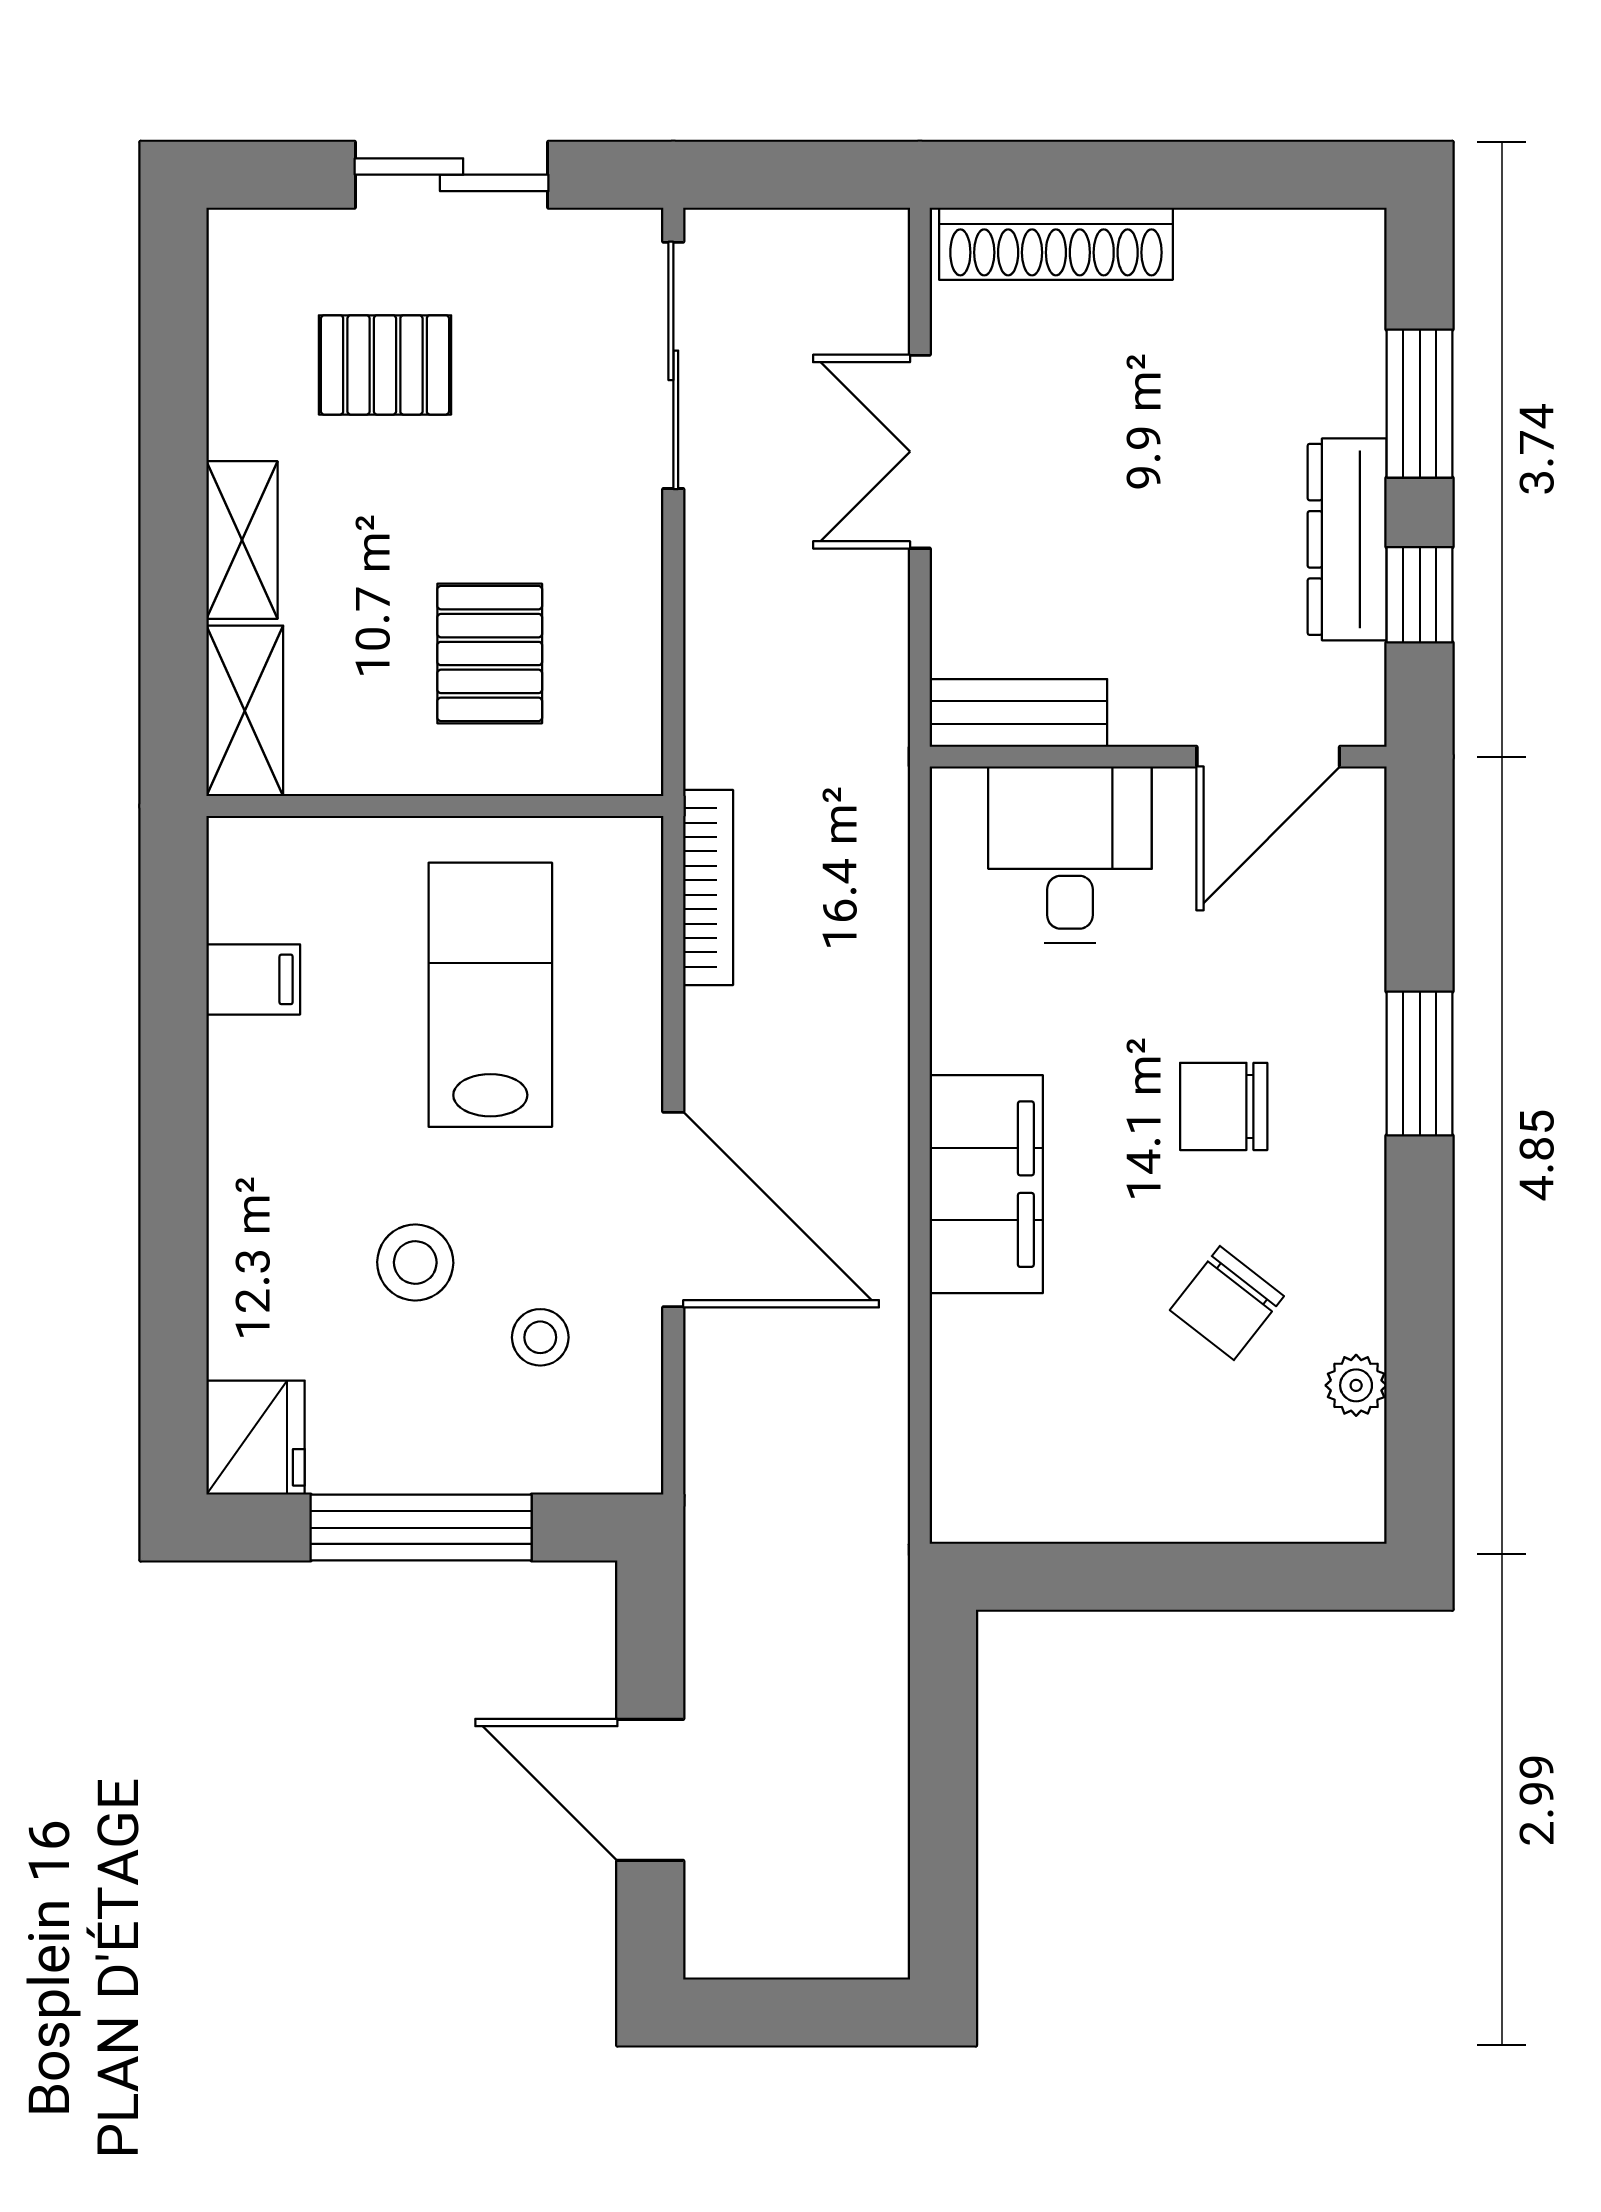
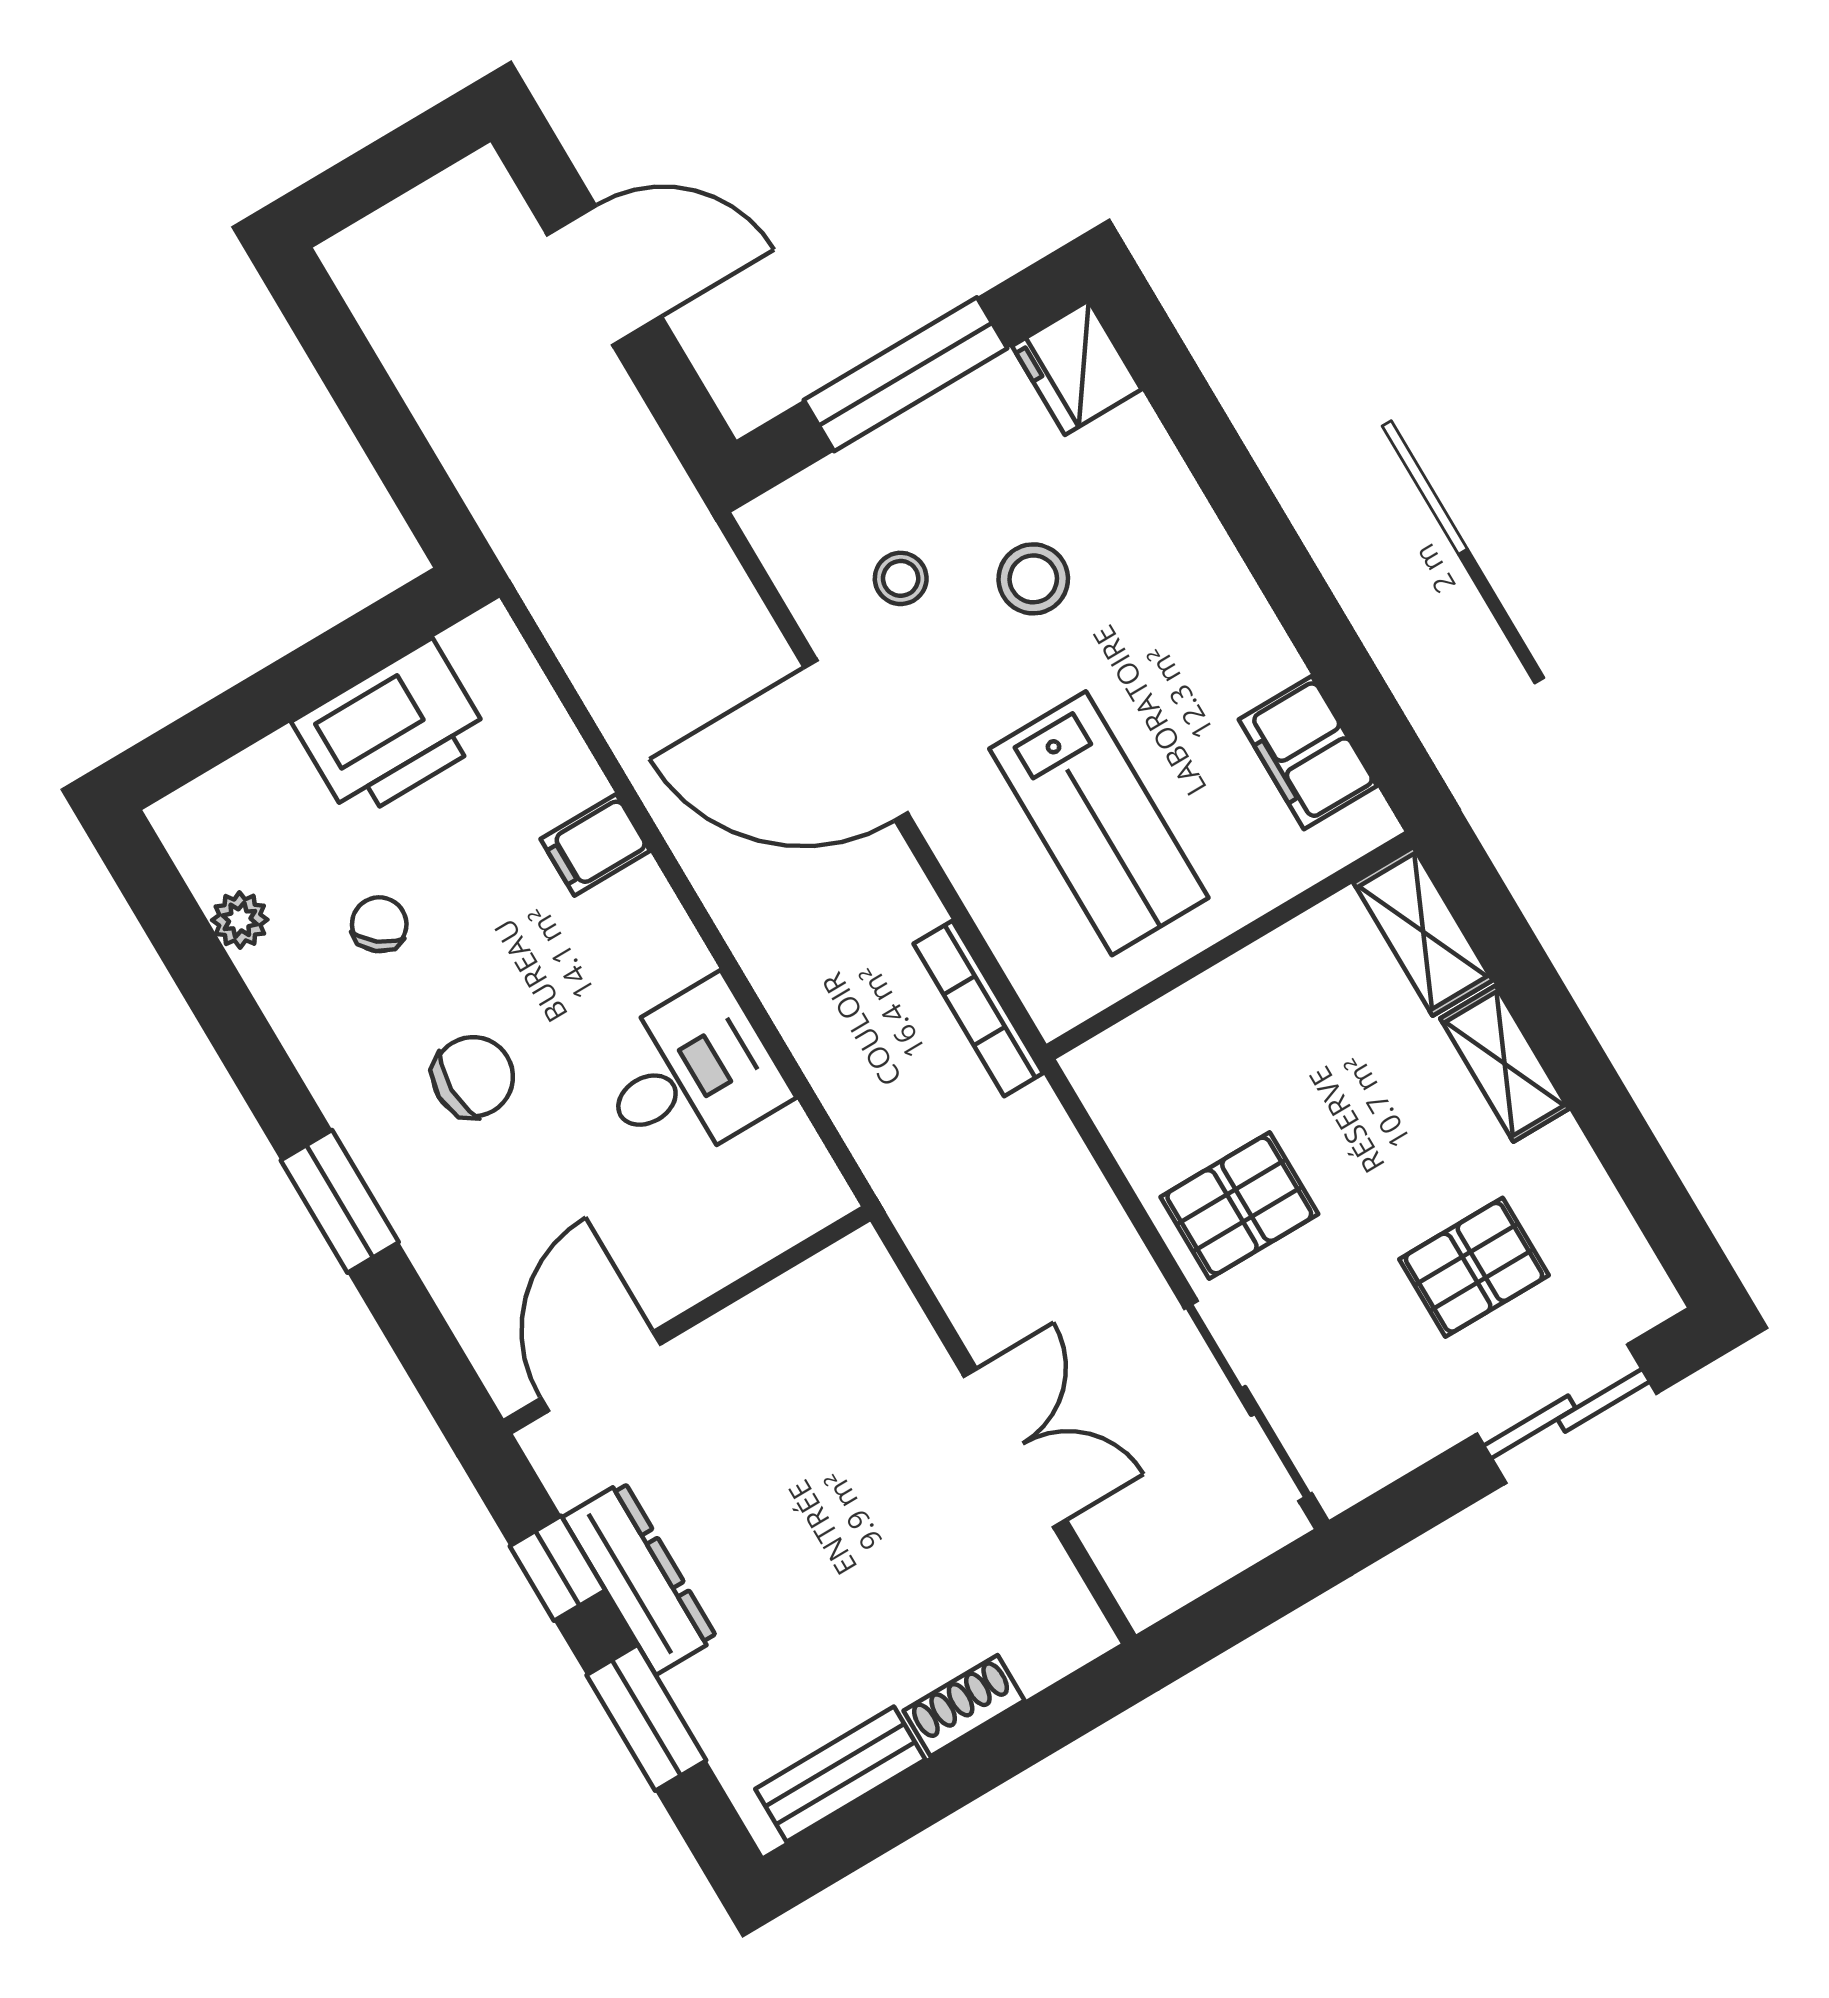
sliding door: (452, 175) -> (1567, 1414), moved
shoe rack: (1056, 244) -> (964, 1706), width x0.51, depth x0.81
pallet: (490, 653) -> (1239, 1205), moved, turned 90
bench: (1018, 713) -> (840, 1774), moved
desk: (1070, 855) -> (690, 1075), moved, turned -90
filing cabinet: (253, 979) -> (1308, 753), width x2.00
filing cabinet: (986, 1184) -> (595, 845), width x0.33, depth x0.86
chair: (1227, 1303) -> (379, 924), width x0.73, depth x0.73
printer: (1106, 1479) -> (392, 731), added

